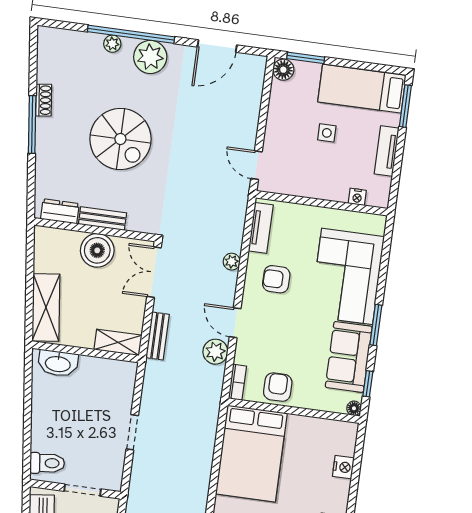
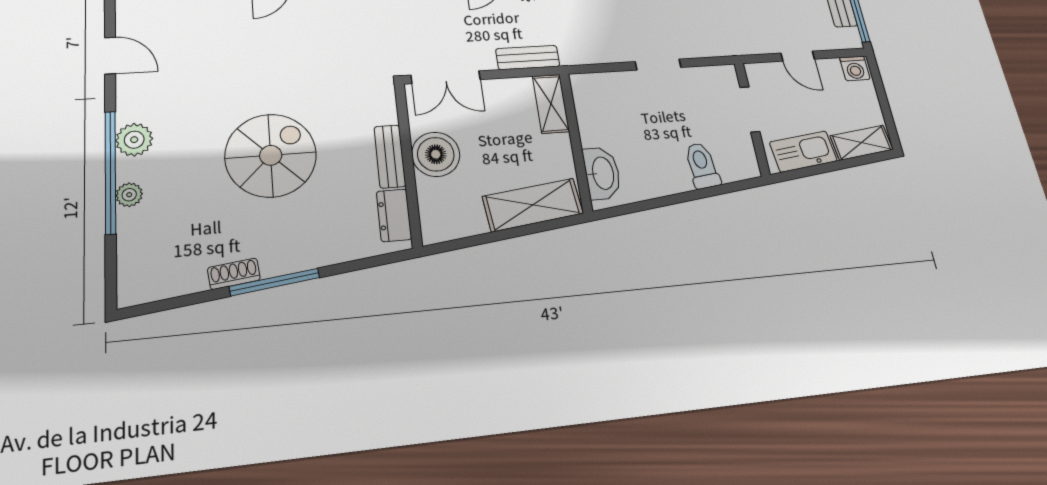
door: (217, 46) -> (110, 56), width x0.73
plant: (150, 57) -> (134, 140), width x0.73, depth x0.73
toilet: (47, 463) -> (702, 166), moved

